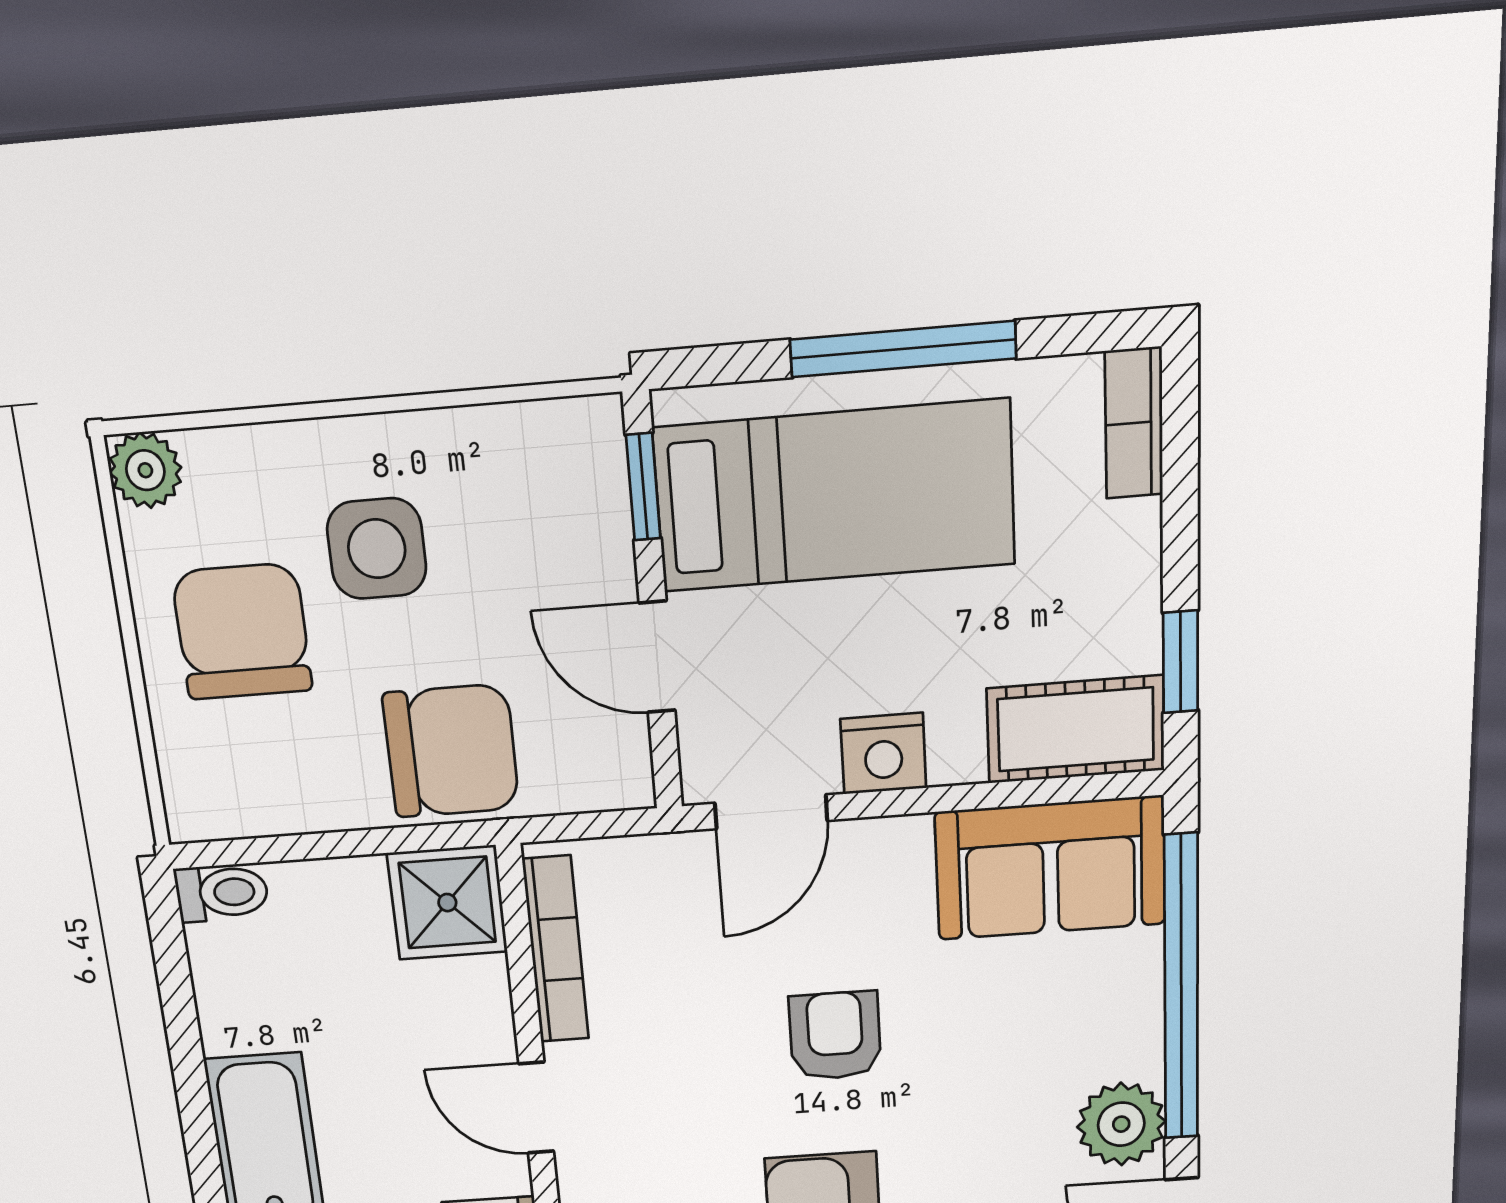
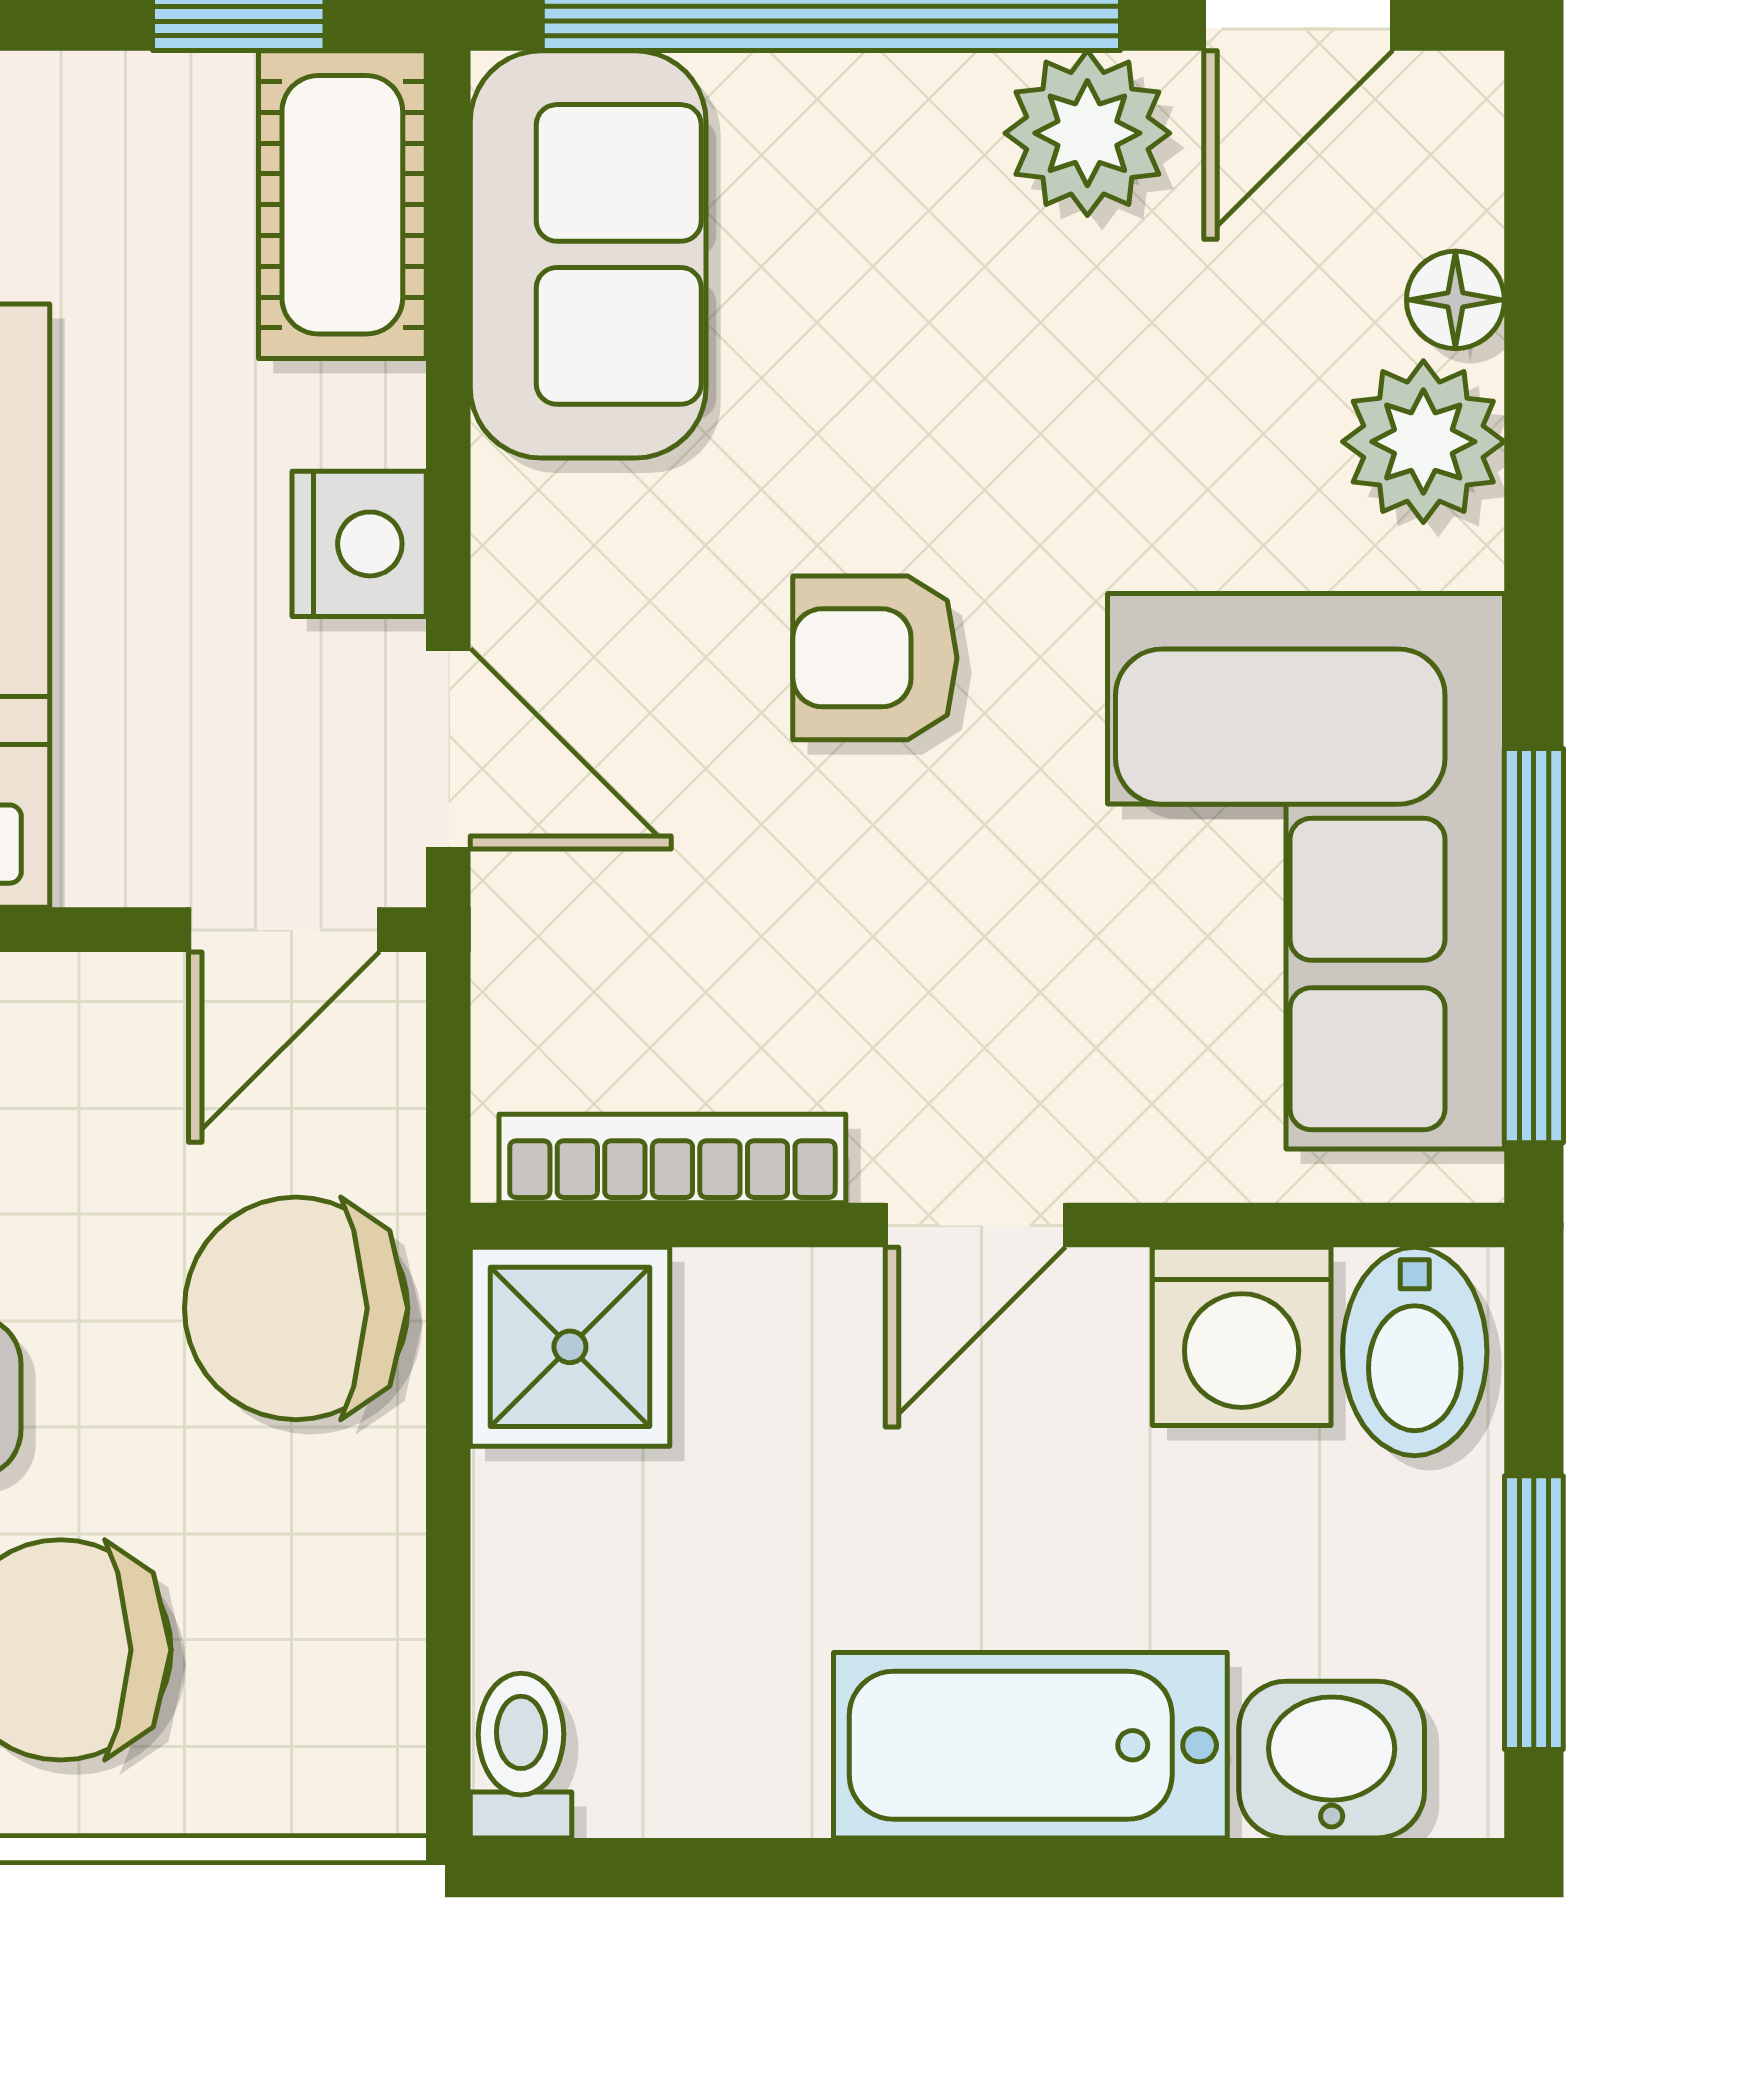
door: (657, 657) -> (284, 930), moved
chair: (451, 751) -> (296, 1308), turned -90

